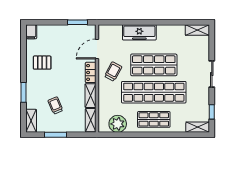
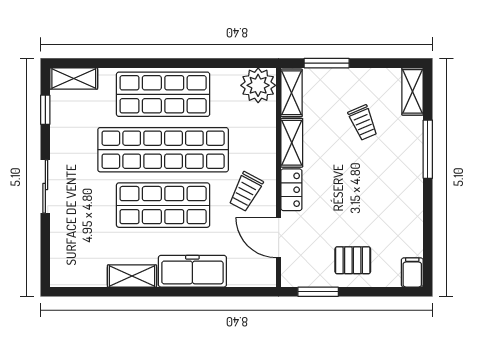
shelving: (197, 30) -> (132, 276), moved
door: (97, 49) -> (279, 238), swing flipped
pallet: (42, 63) -> (353, 260), moved
window: (23, 92) -> (428, 149), width x1.44
shop shelf: (154, 119) -> (163, 94), width x1.43, depth x1.36
plant: (118, 124) -> (258, 85), moved
window: (55, 135) -> (327, 63), moved

